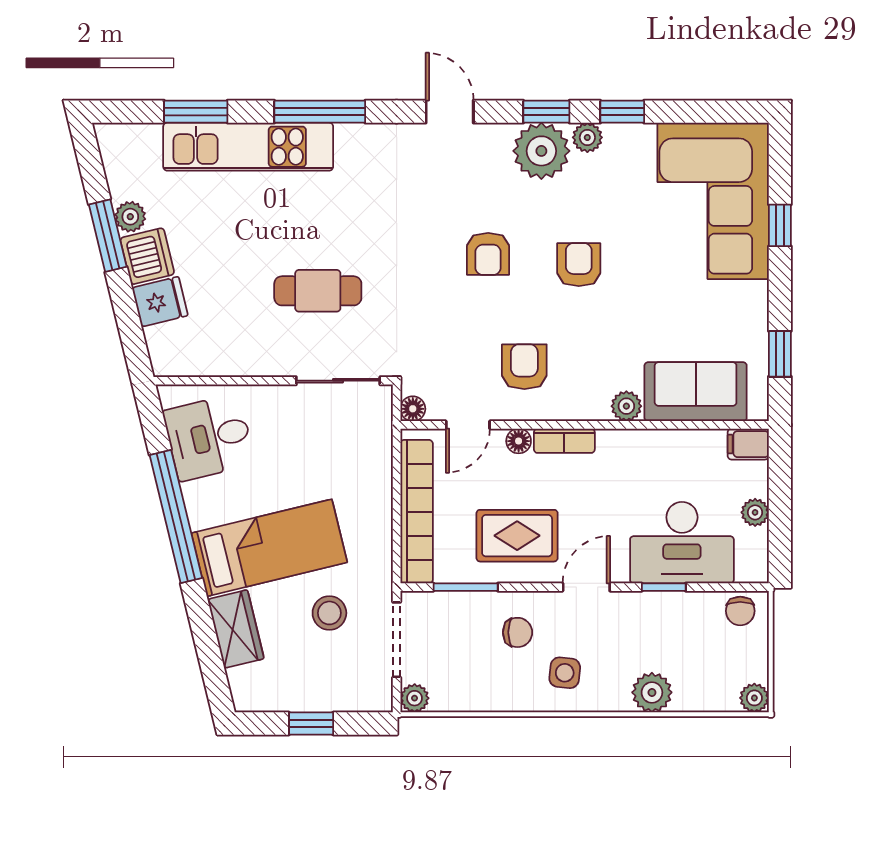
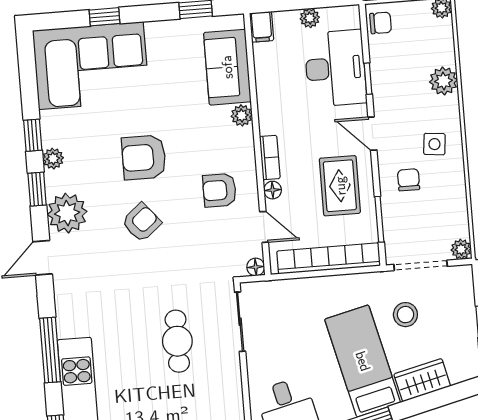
plant: (541, 151) -> (67, 213), moved
armchair: (488, 254) -> (141, 222), turned -40
armchair: (579, 265) -> (144, 157), width x1.38, depth x1.38

